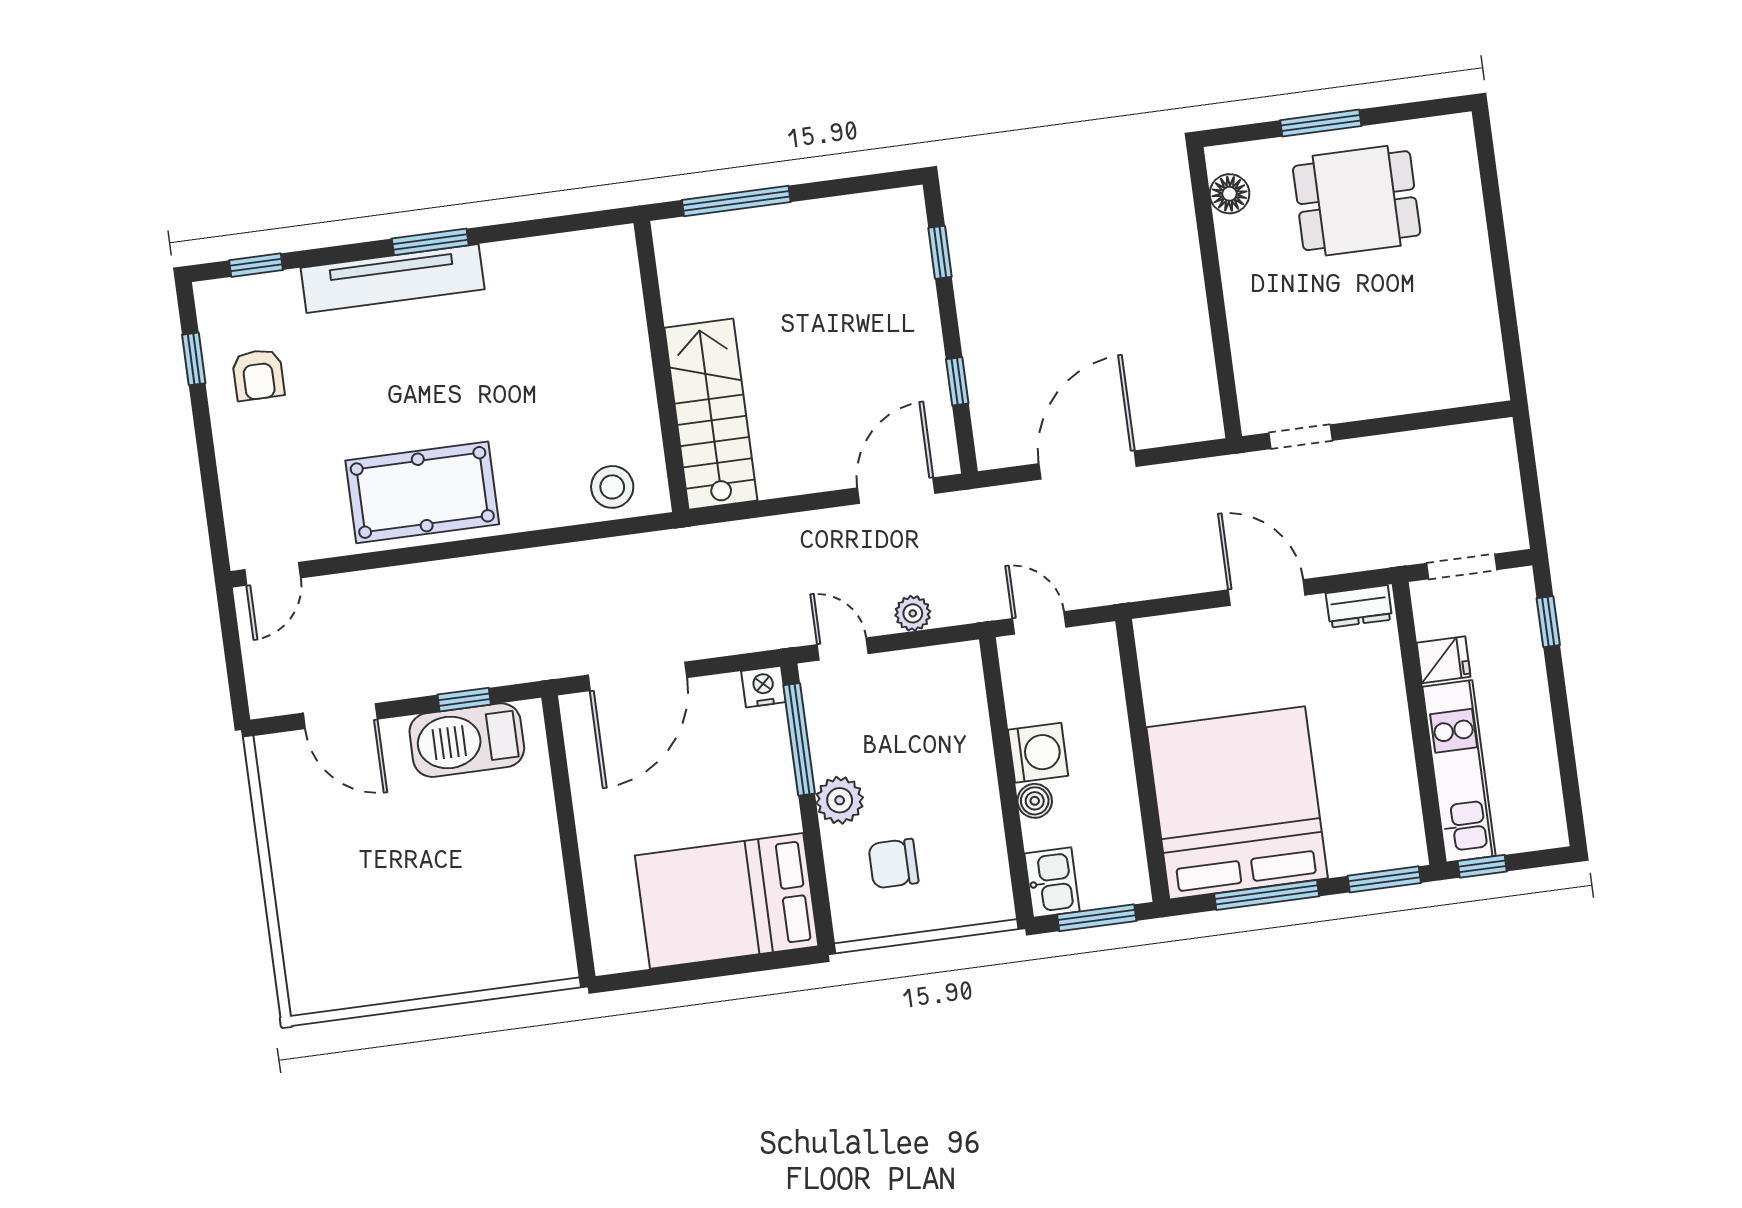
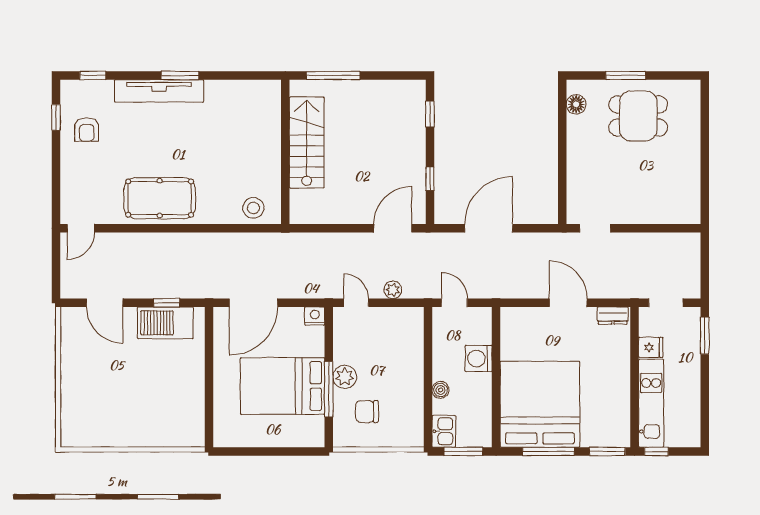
stairs: (711, 414) -> (307, 142), moved
window: (1548, 622) -> (705, 336), width x1.50
window: (799, 739) -> (329, 389), moved
washing machine: (1038, 753) -> (479, 359), moved, turned 180
bed: (727, 901) -> (283, 386), moved

